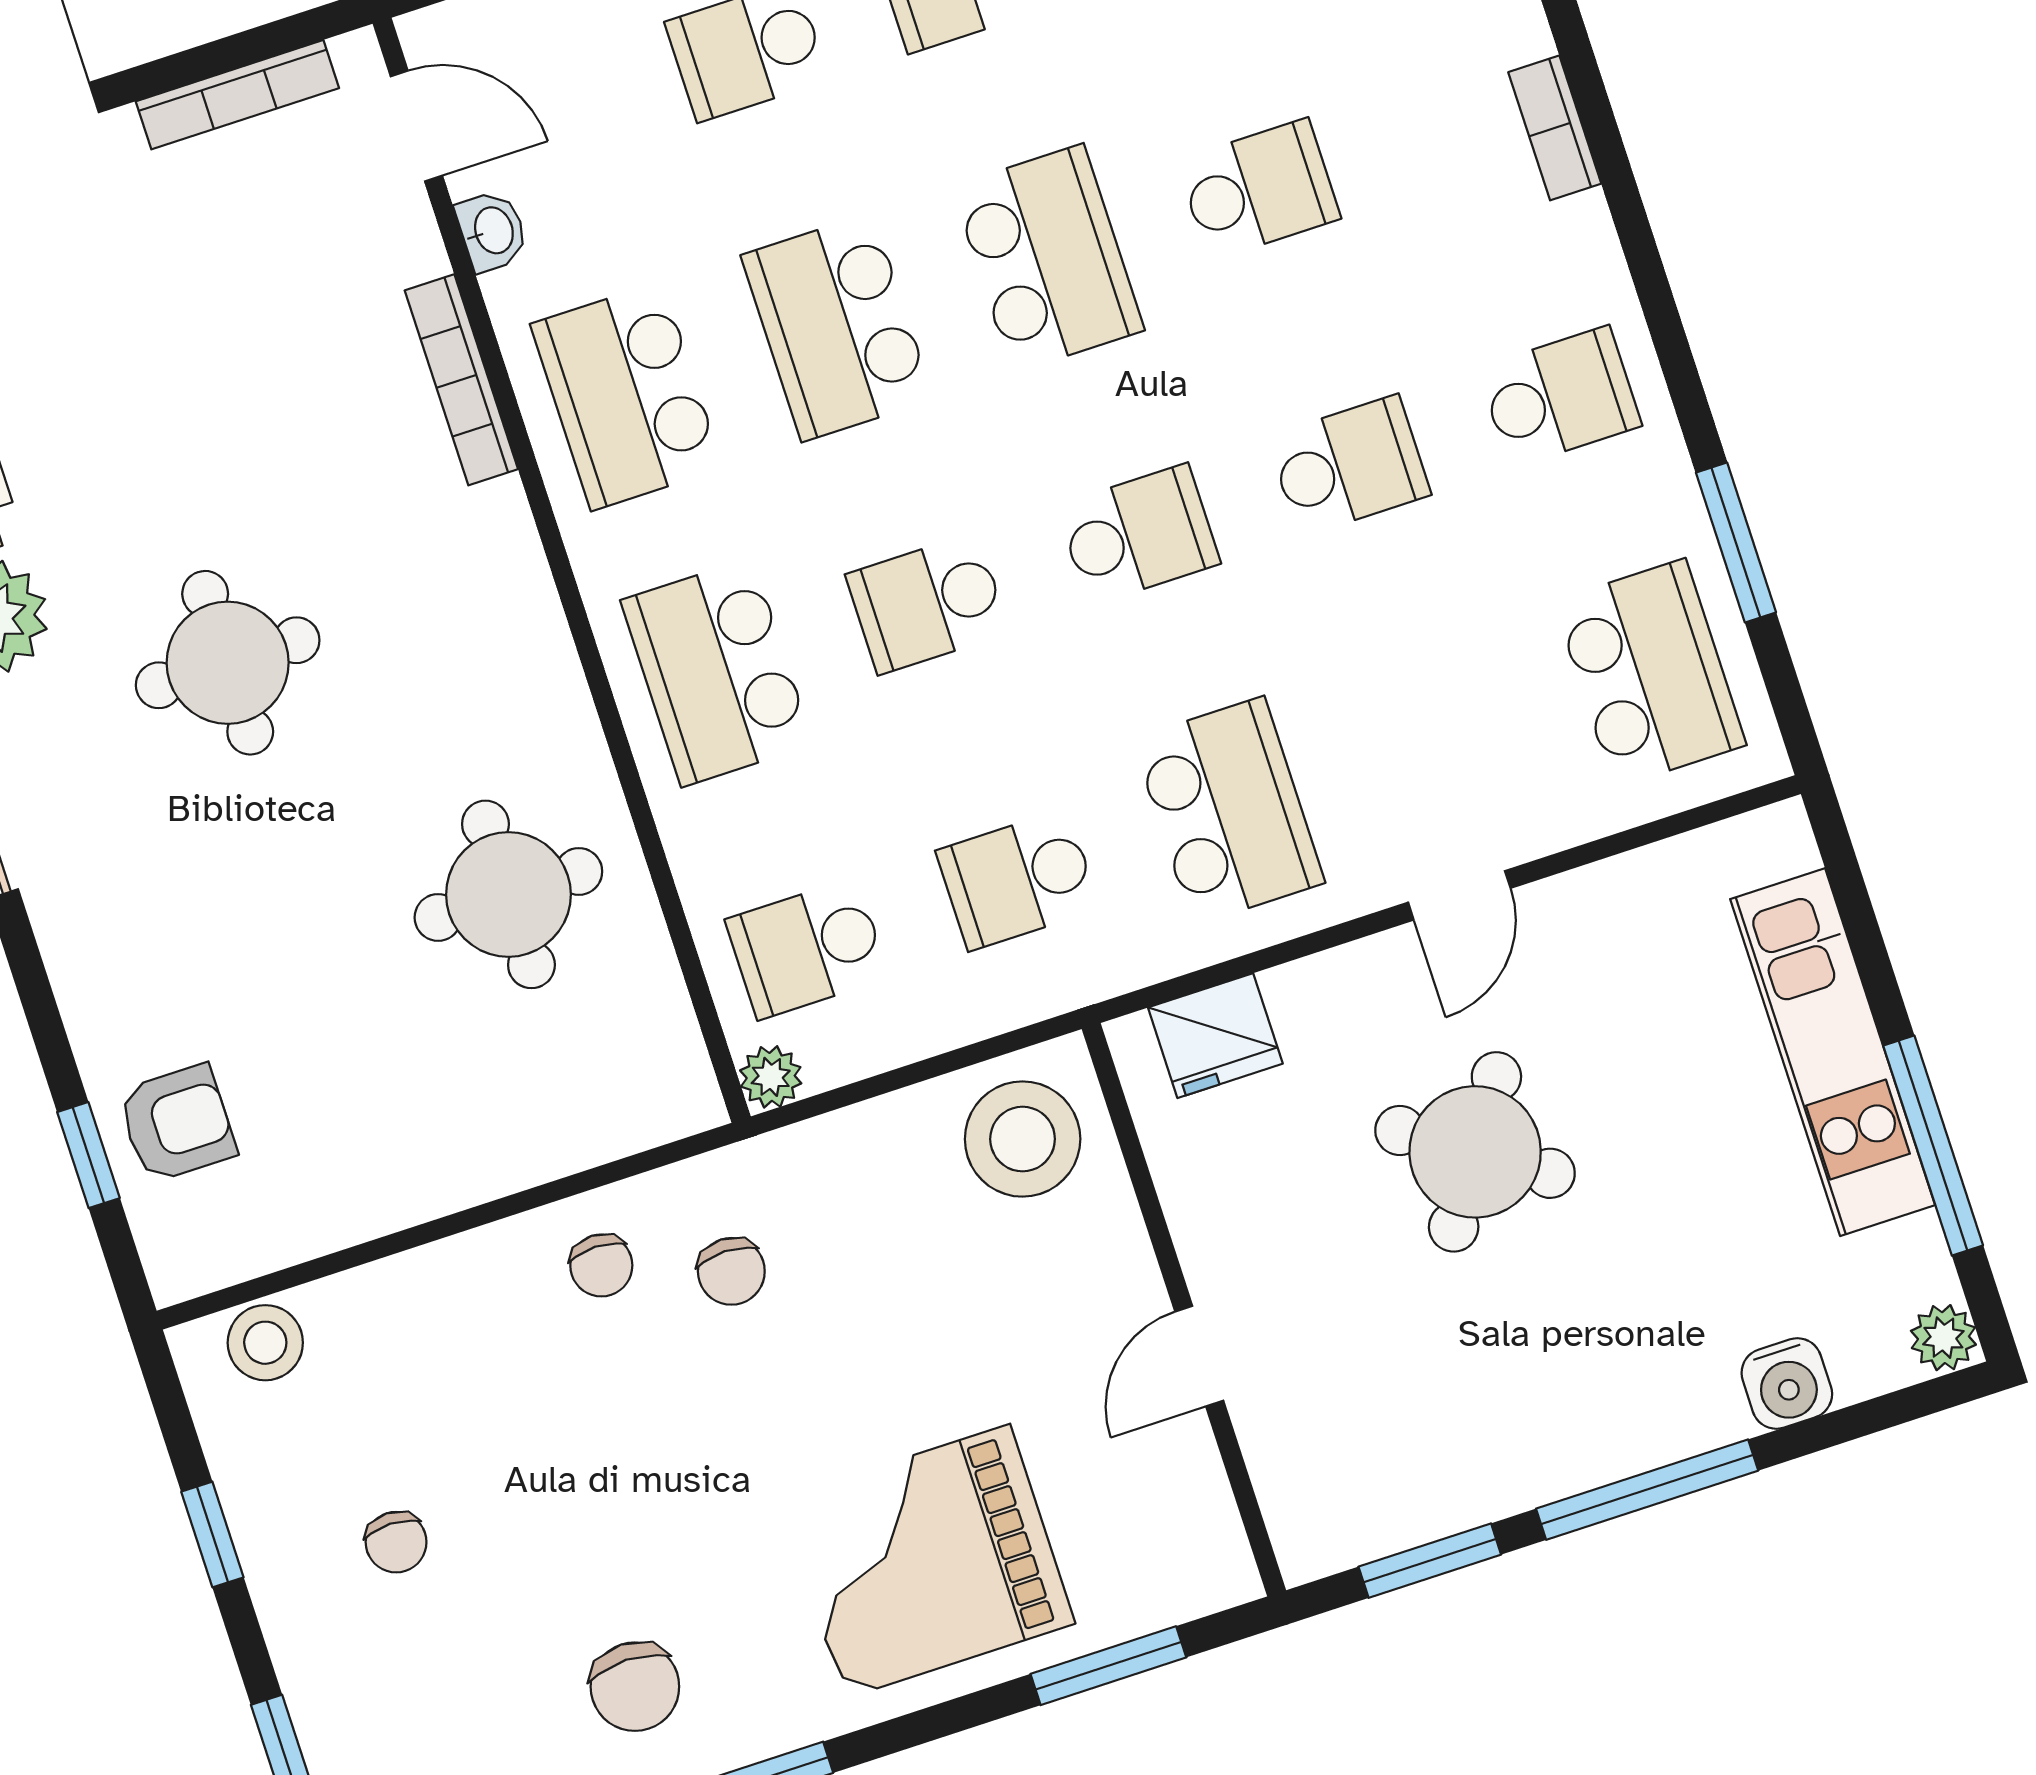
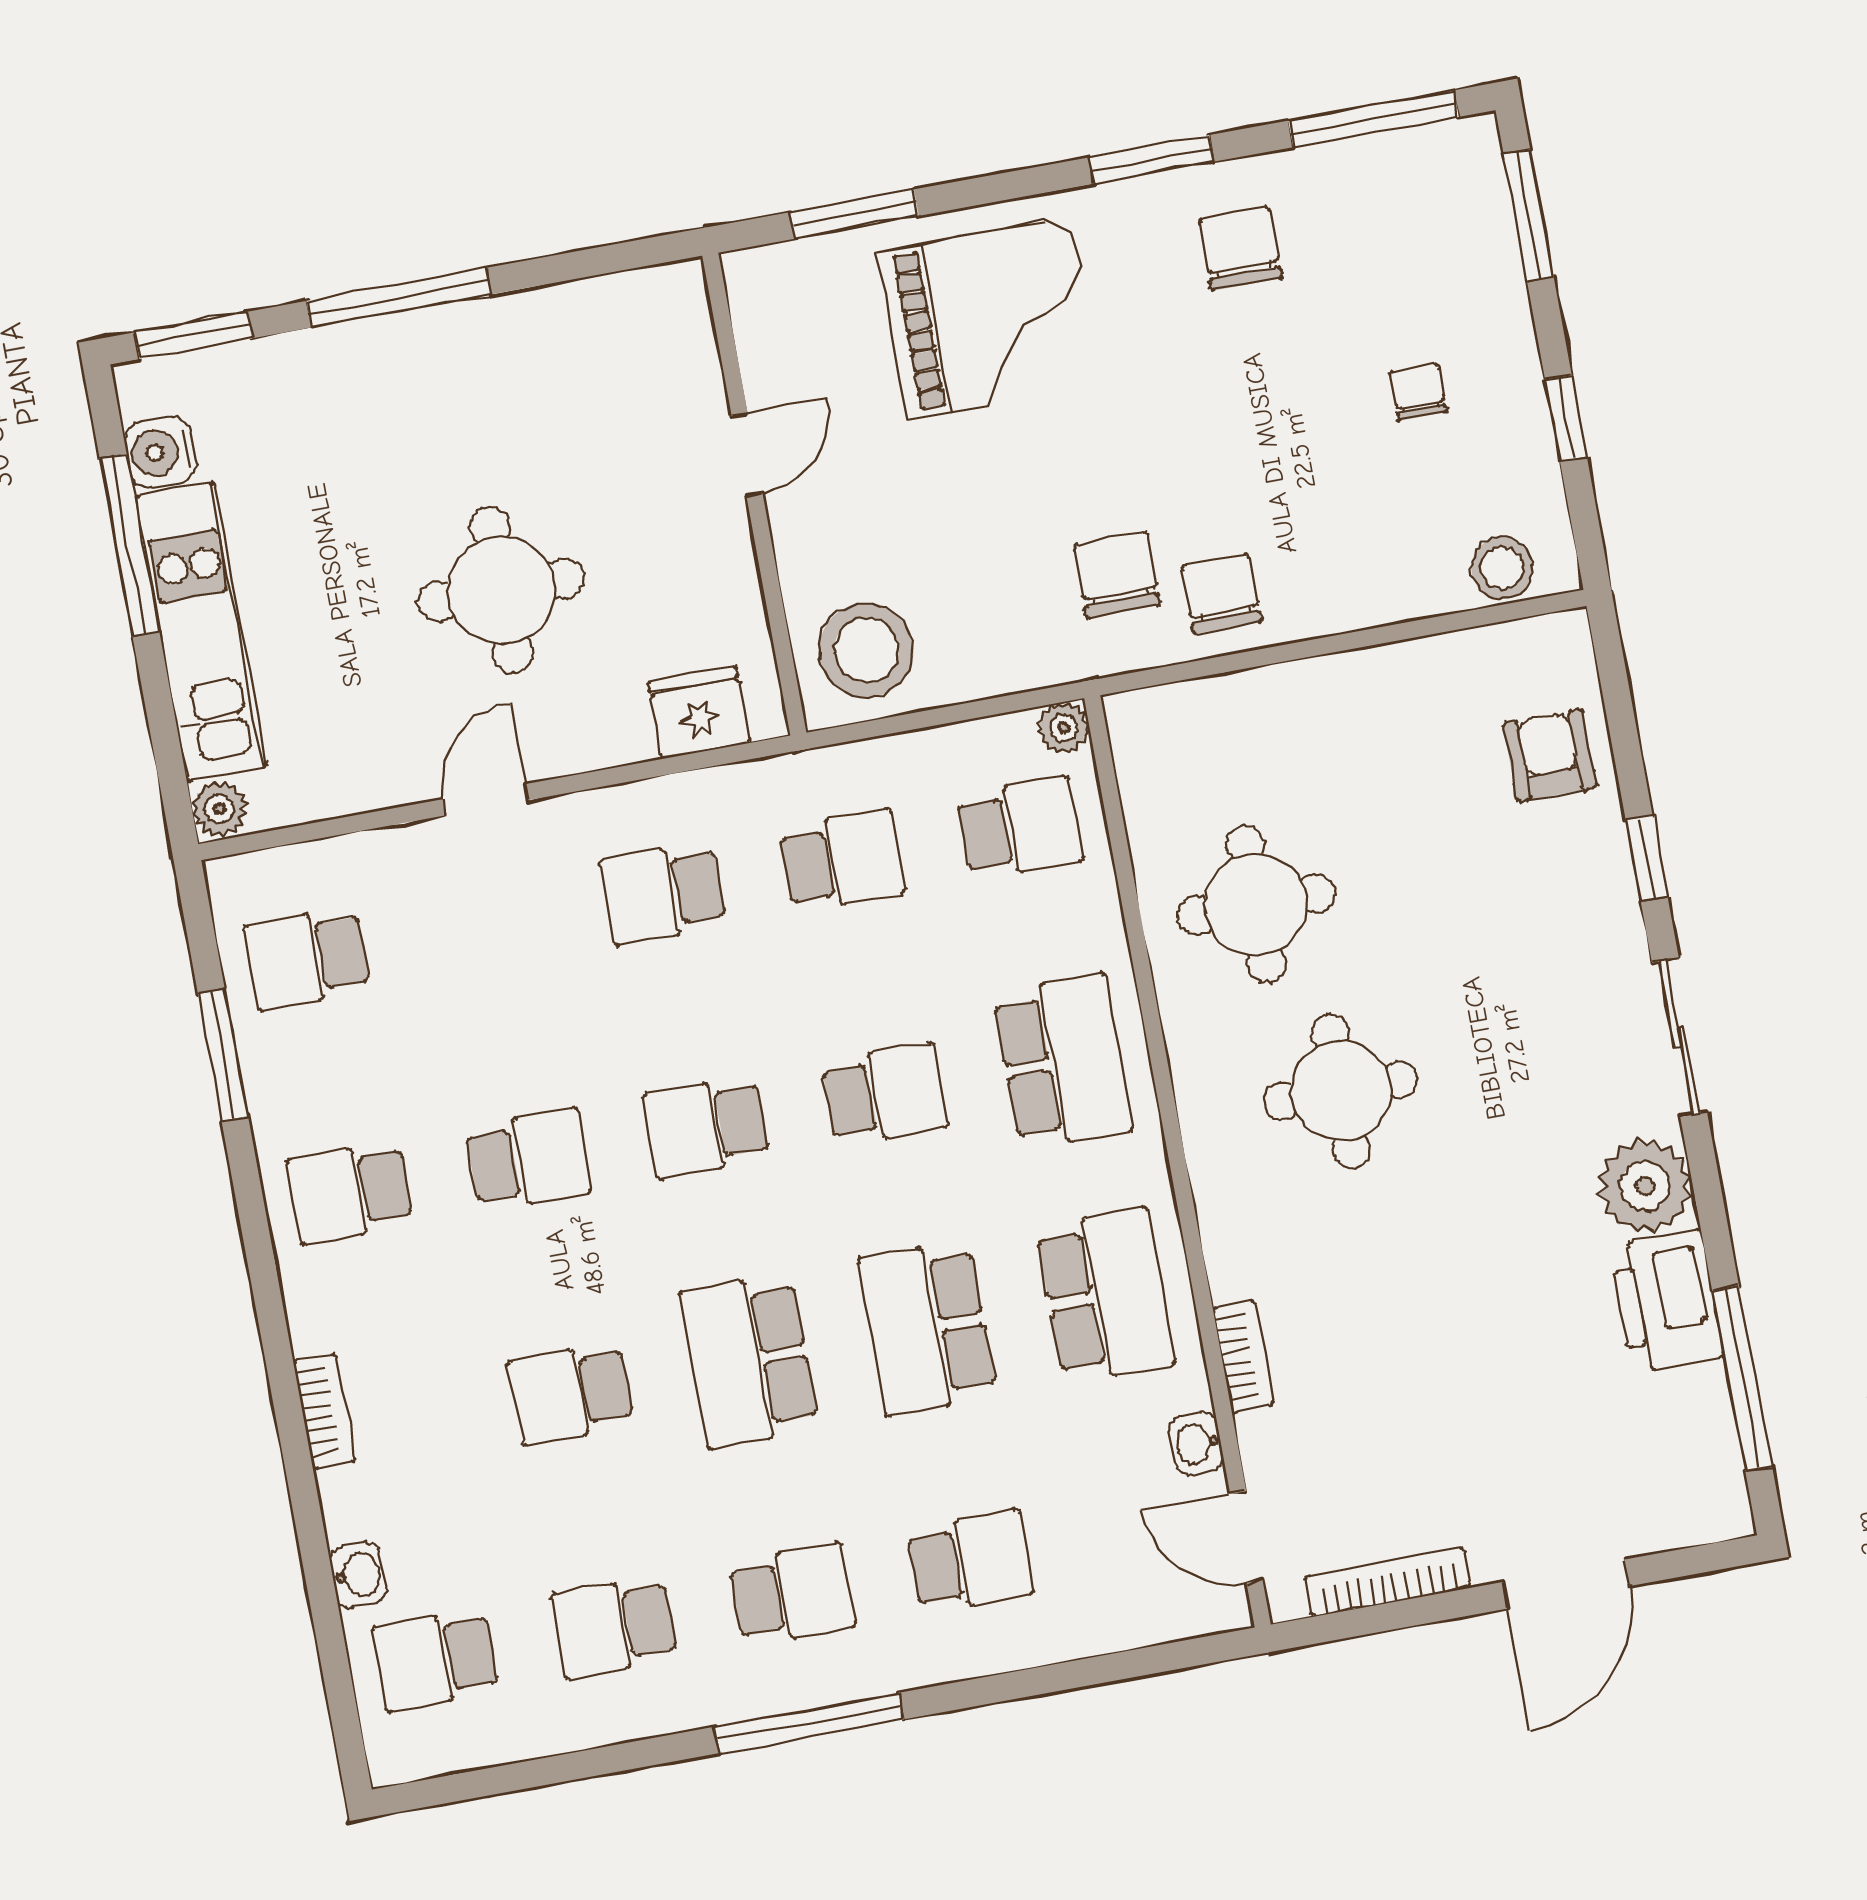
school desk: (837, 327) -> (928, 1328), turned 180
bookcase: (461, 380) -> (1243, 1356), width x0.64
school desk: (1349, 466) -> (528, 1160), turned 180
round table: (228, 663) -> (1341, 1091), moved
school desk: (1650, 673) -> (307, 959), width x0.54
school desk: (1229, 811) -> (664, 893), width x0.54
armchair: (177, 1123) -> (1550, 755), turned 90
round table: (1475, 1152) -> (501, 590), turned -34
window: (88, 1155) -> (1647, 858), moved
chair: (601, 1265) -> (1221, 594), width x1.37, depth x1.37
chair: (731, 1271) -> (1117, 575), width x1.37, depth x1.37
plant: (1943, 1338) -> (219, 809), moved
water cooler: (1787, 1383) -> (160, 452), moved, turned -90
window: (1430, 1561) -> (193, 335), moved

